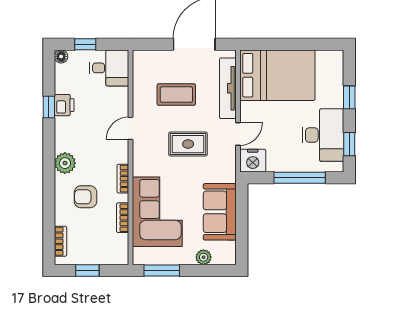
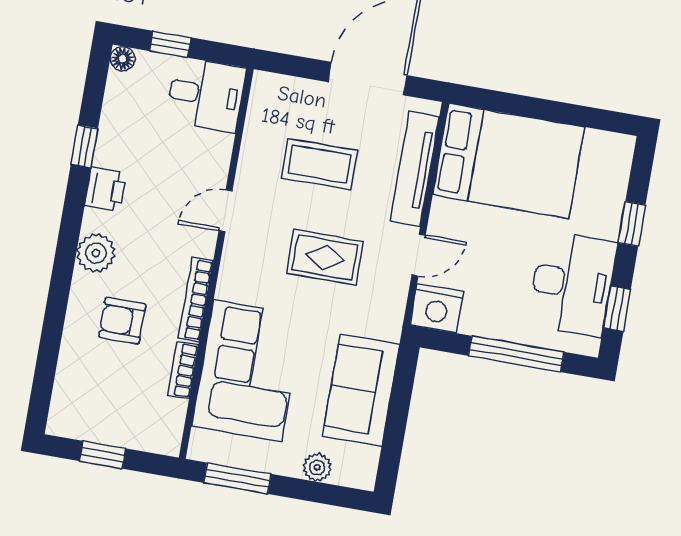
printer: (64, 105) -> (106, 189), moved
bookcase: (123, 179) -> (196, 300), width x1.56
bookcase: (60, 241) -> (63, 393), removed

